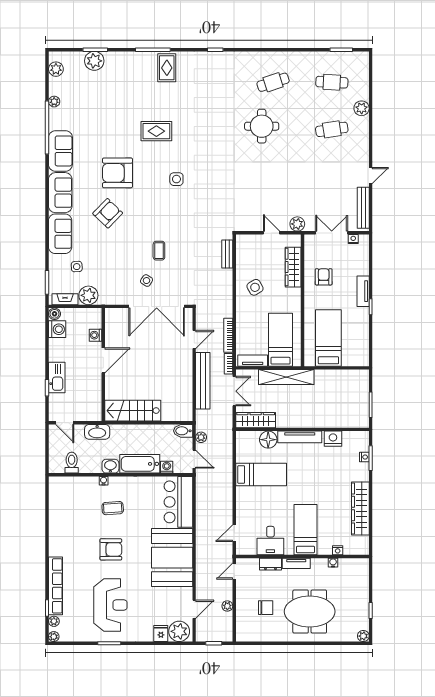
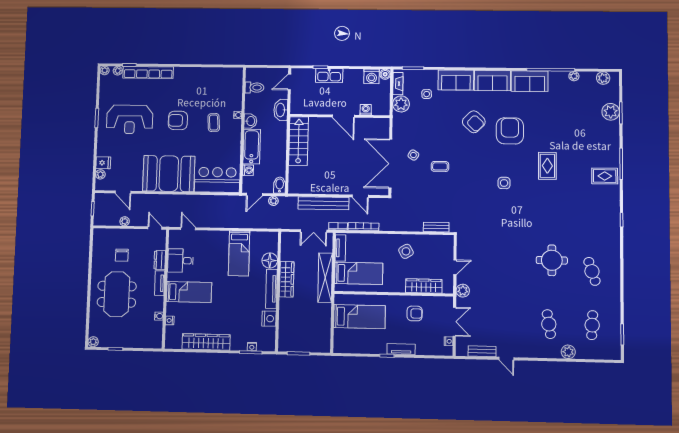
bench: (363, 208) -> (482, 351), width x0.73
wardrobe: (256, 420) -> (287, 279), moved
armchair: (111, 549) -> (178, 120), turned 90
plant: (179, 631) -> (100, 174), width x0.53, depth x0.53

